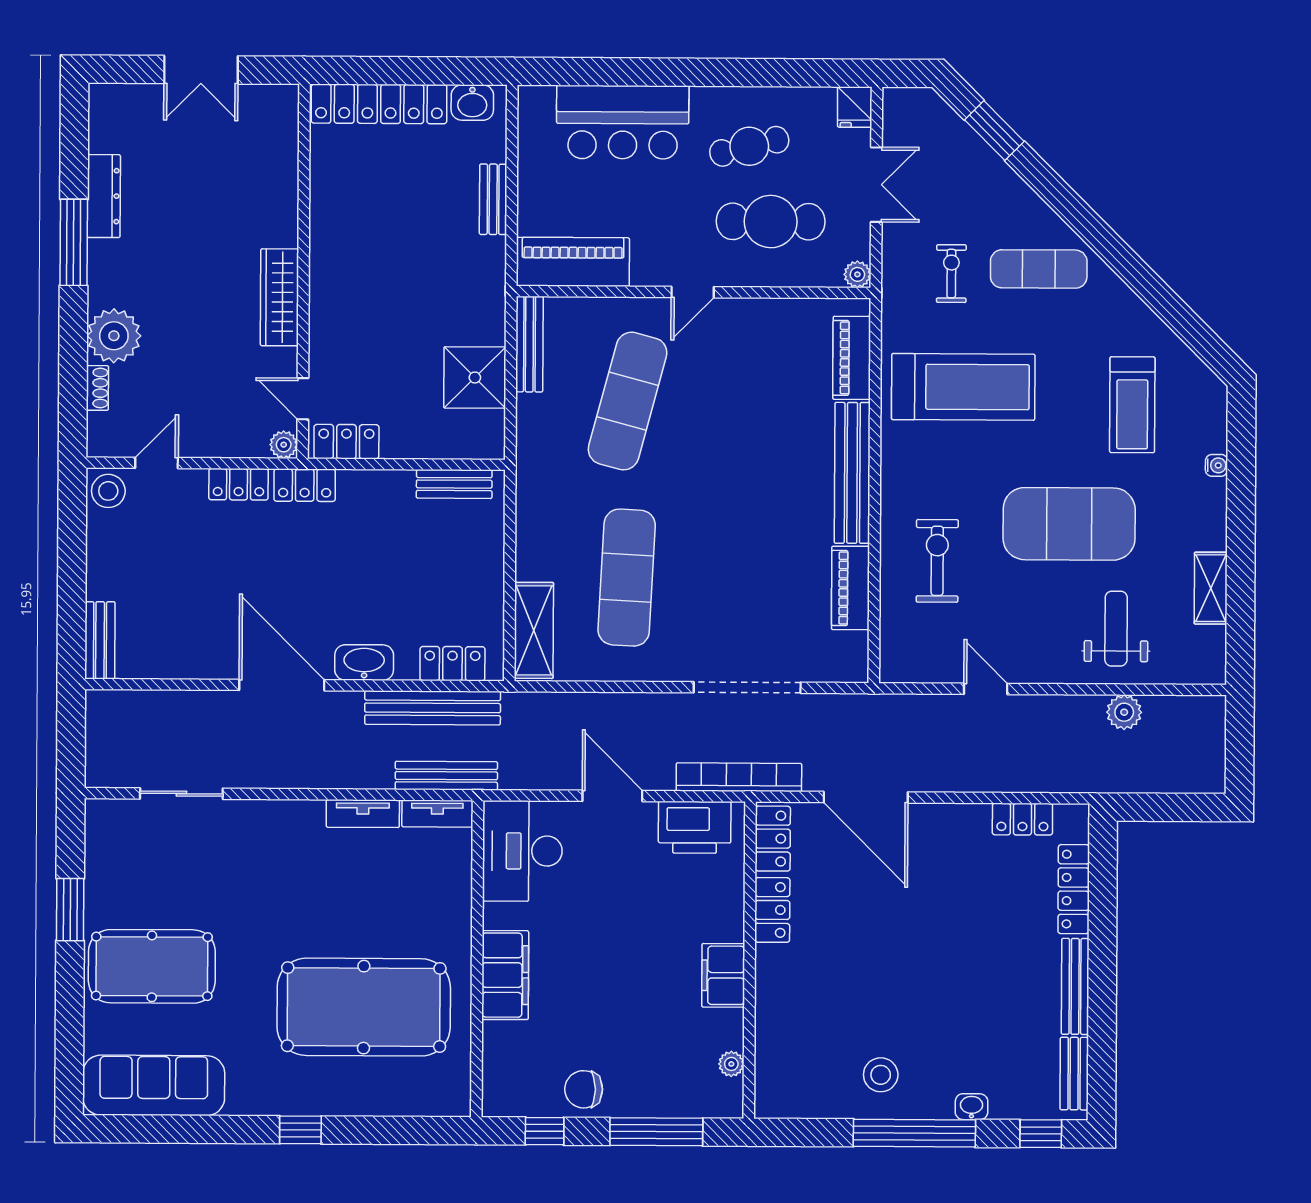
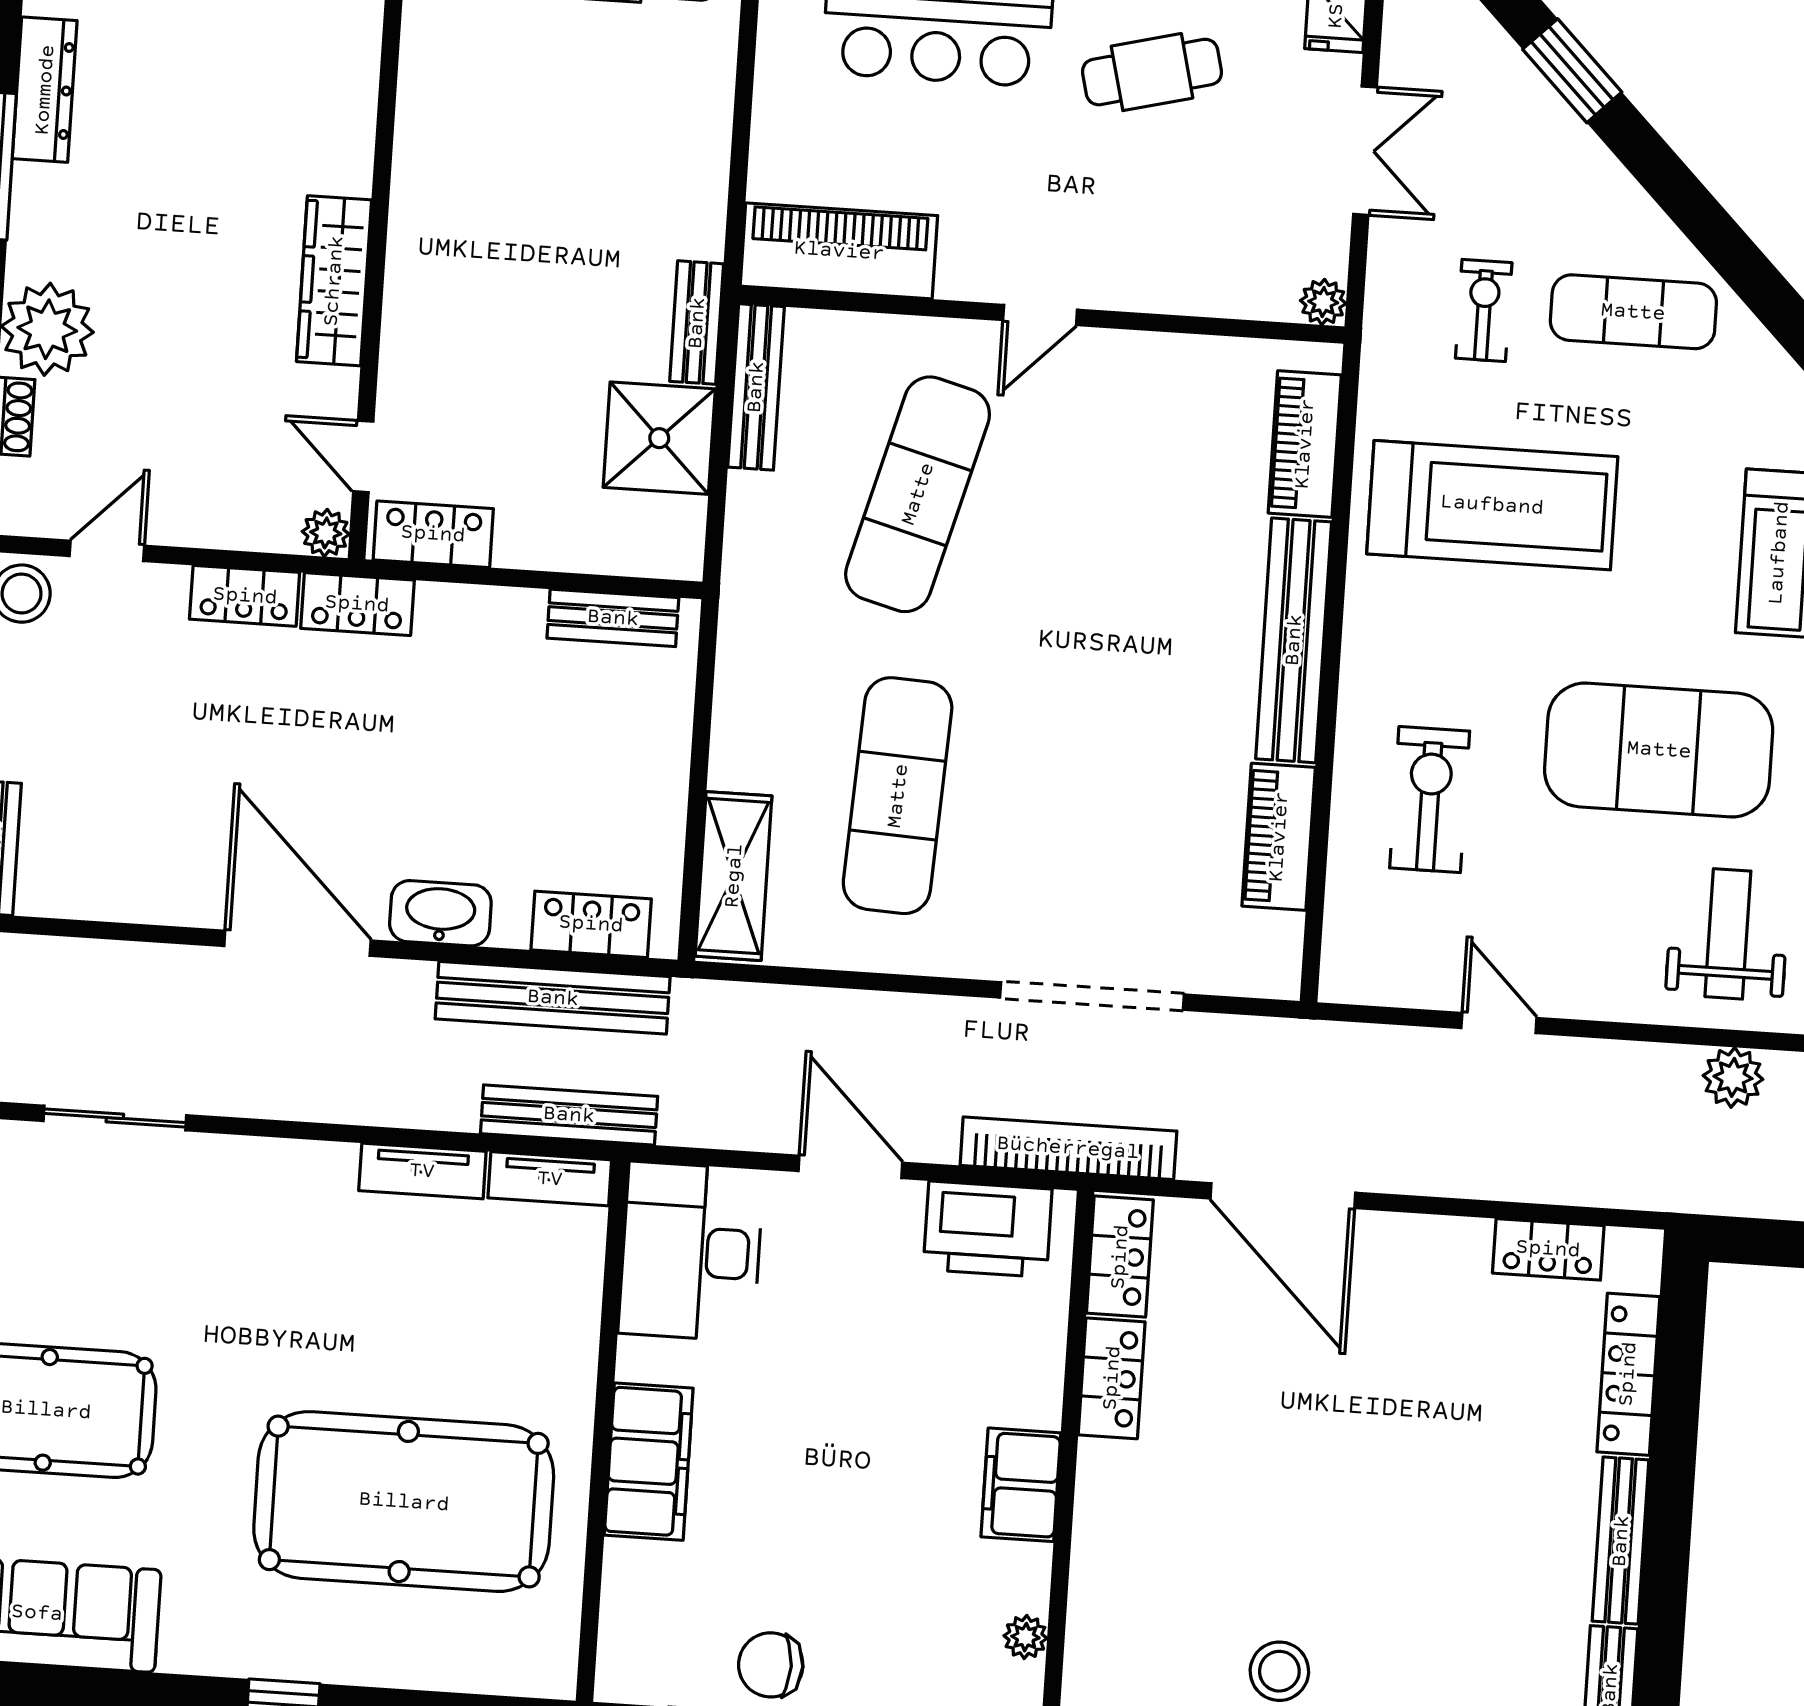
bench: (493, 199) -> (697, 323), moved
cafe table: (771, 222) -> (1181, 203), removed

